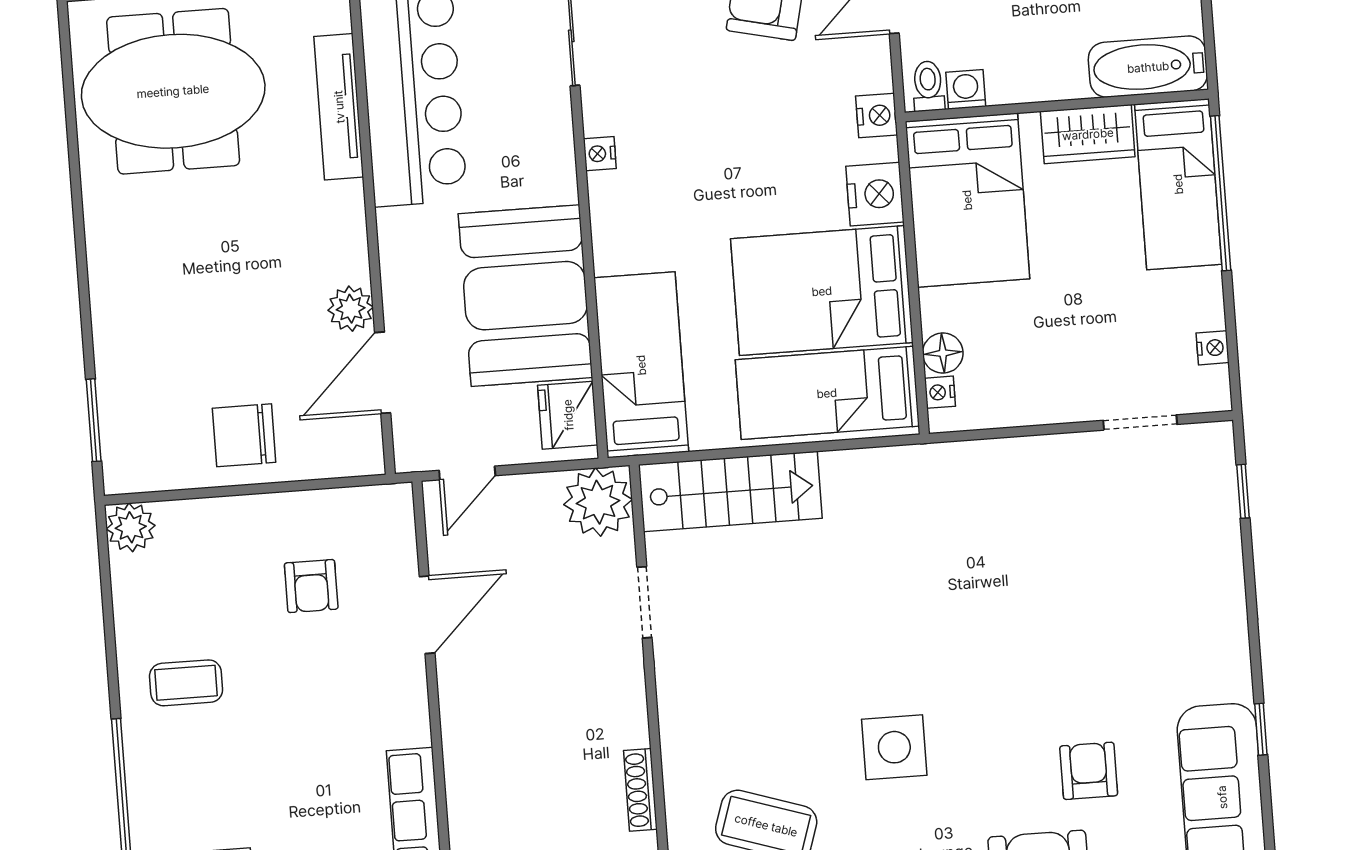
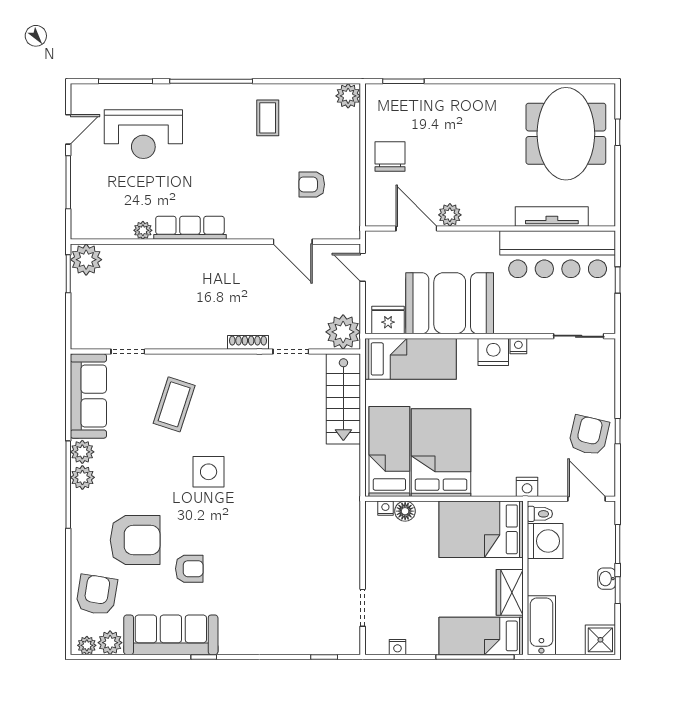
washing machine: (966, 89) -> (545, 541), width x1.89, depth x1.89
nightstand: (875, 194) -> (493, 352), moved, turned 180
shoe rack: (640, 790) -> (248, 342), moved

